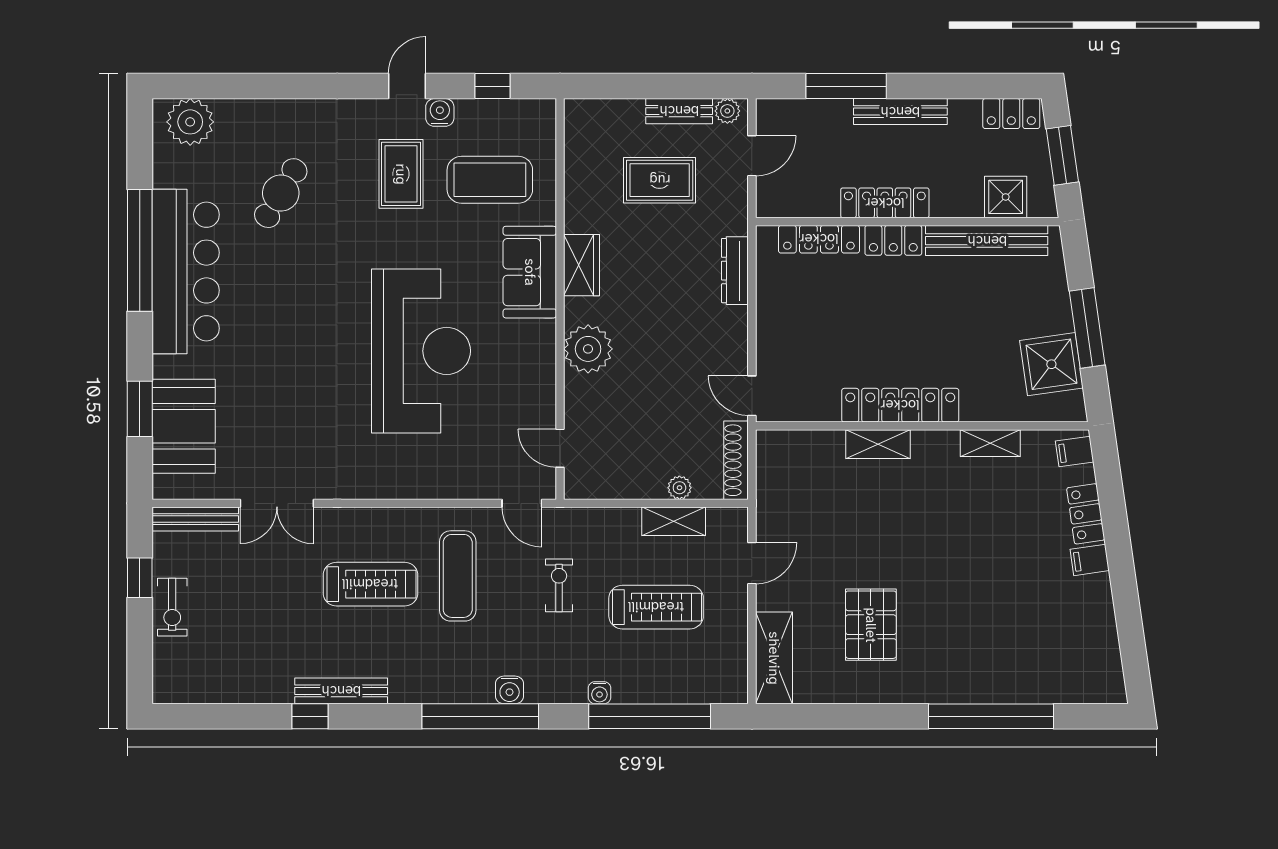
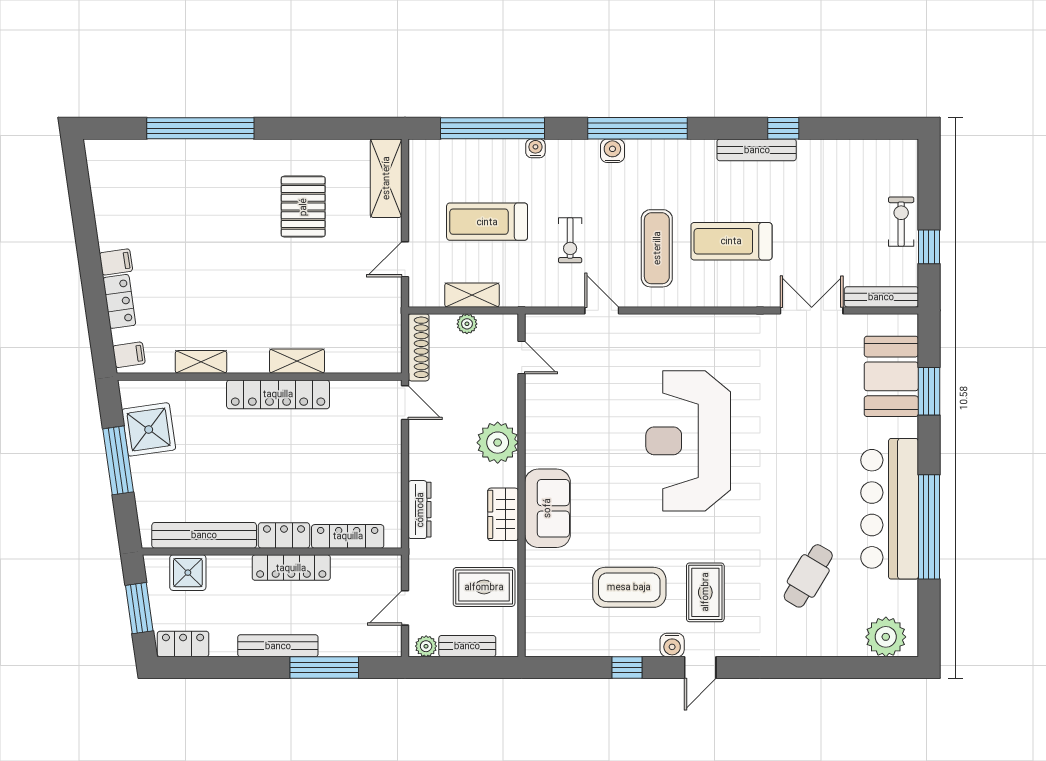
wardrobe: (582, 265) -> (503, 514), moved
sofa: (530, 272) -> (547, 508), moved
wall: (560, 299) -> (522, 485), moved
plant: (588, 349) -> (498, 443), moved
door: (560, 448) -> (522, 358), moved

